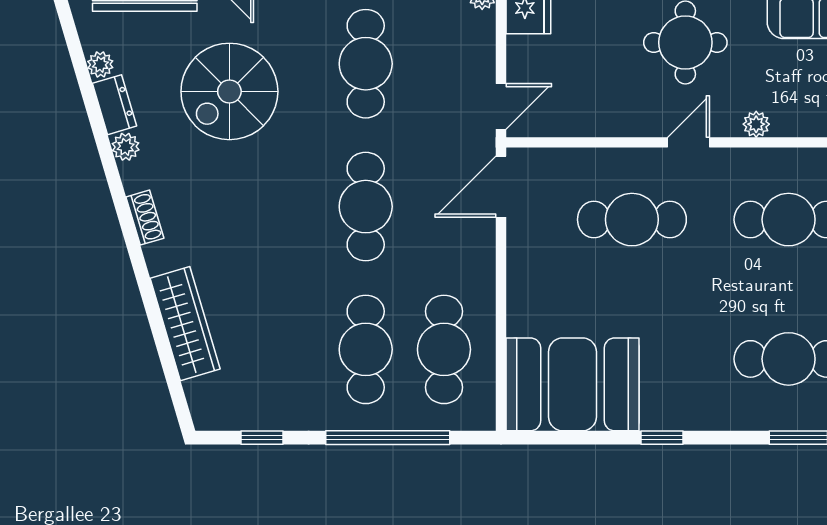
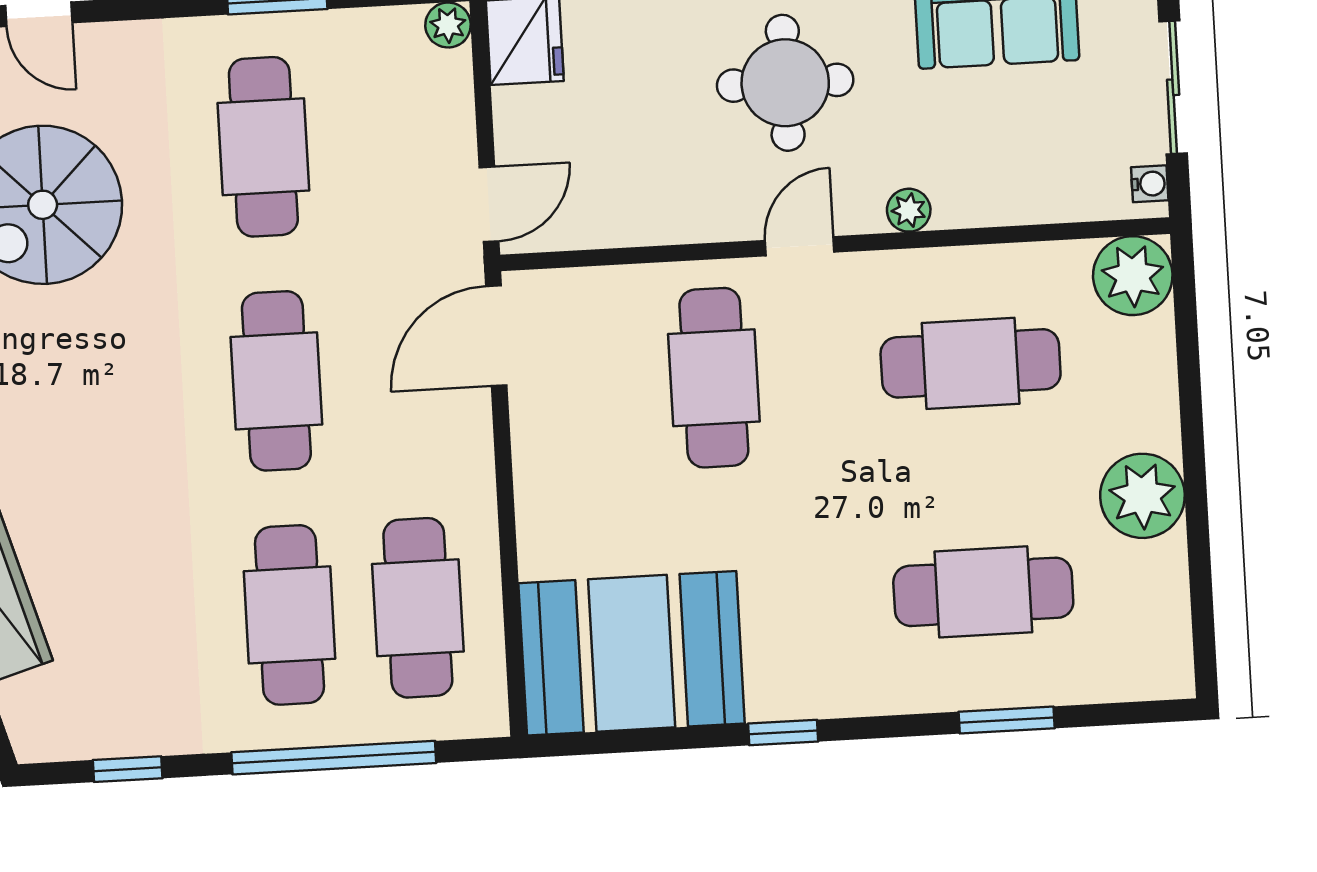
cafe table: (632, 220) -> (714, 378), turned 90

